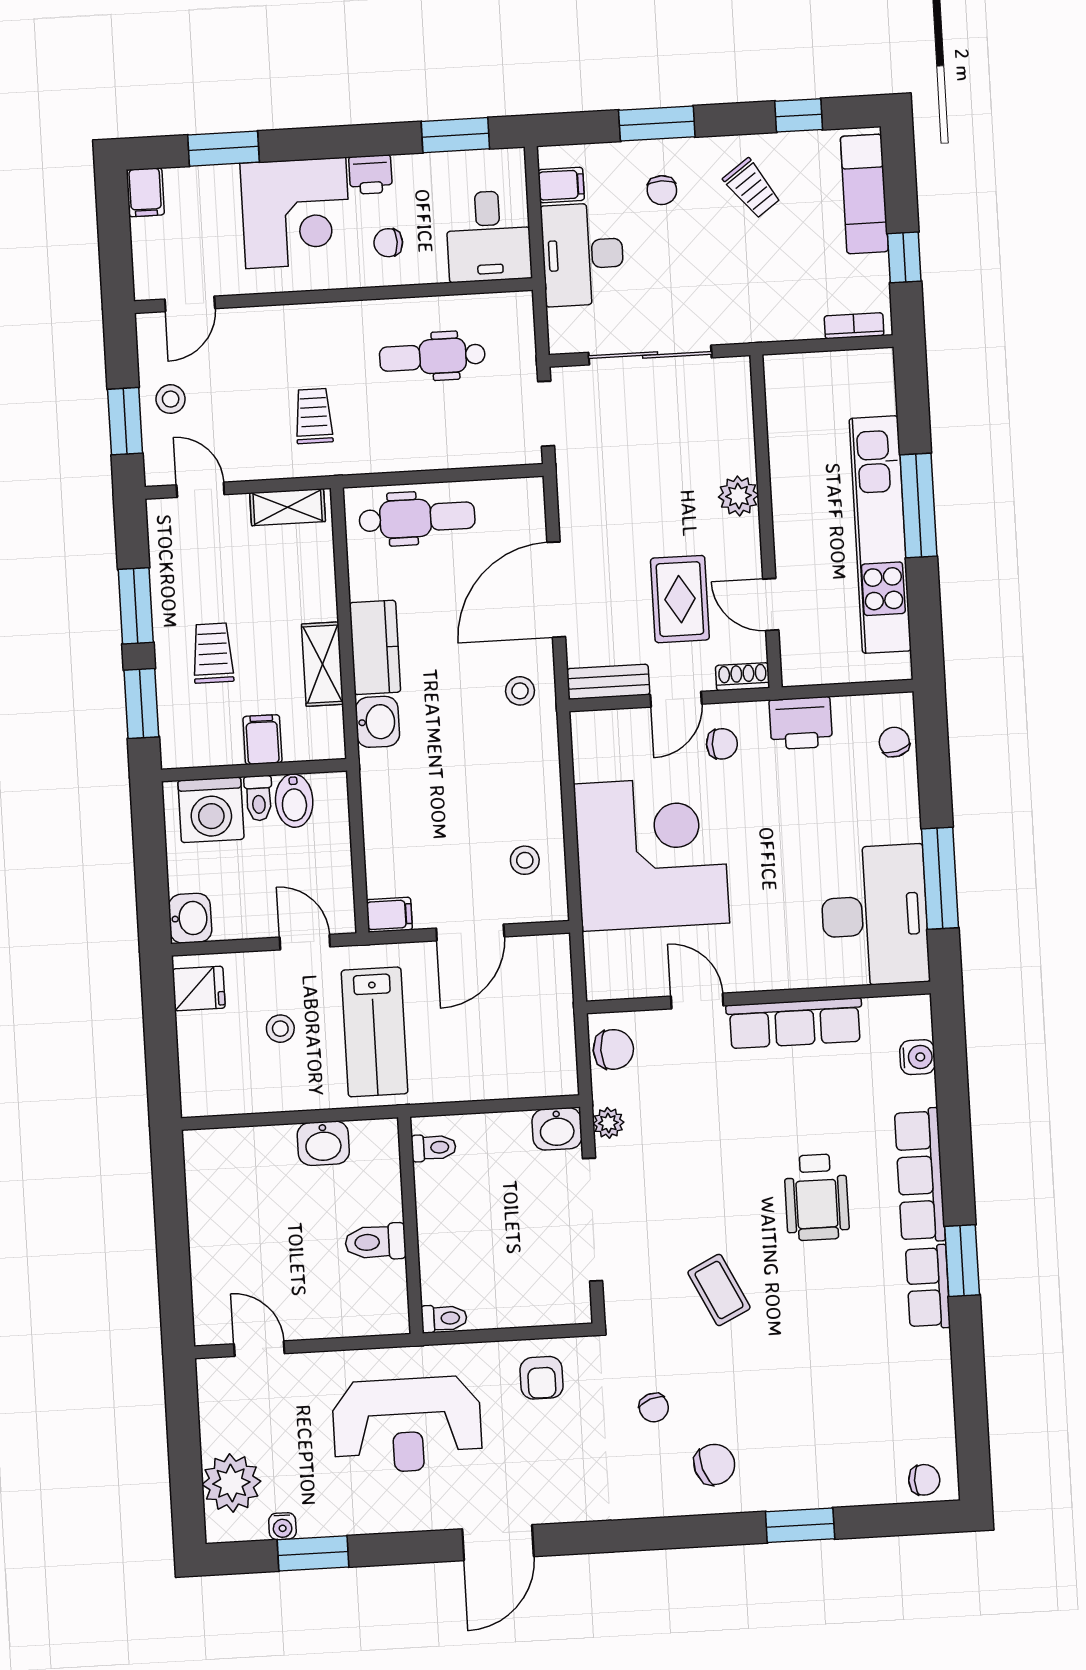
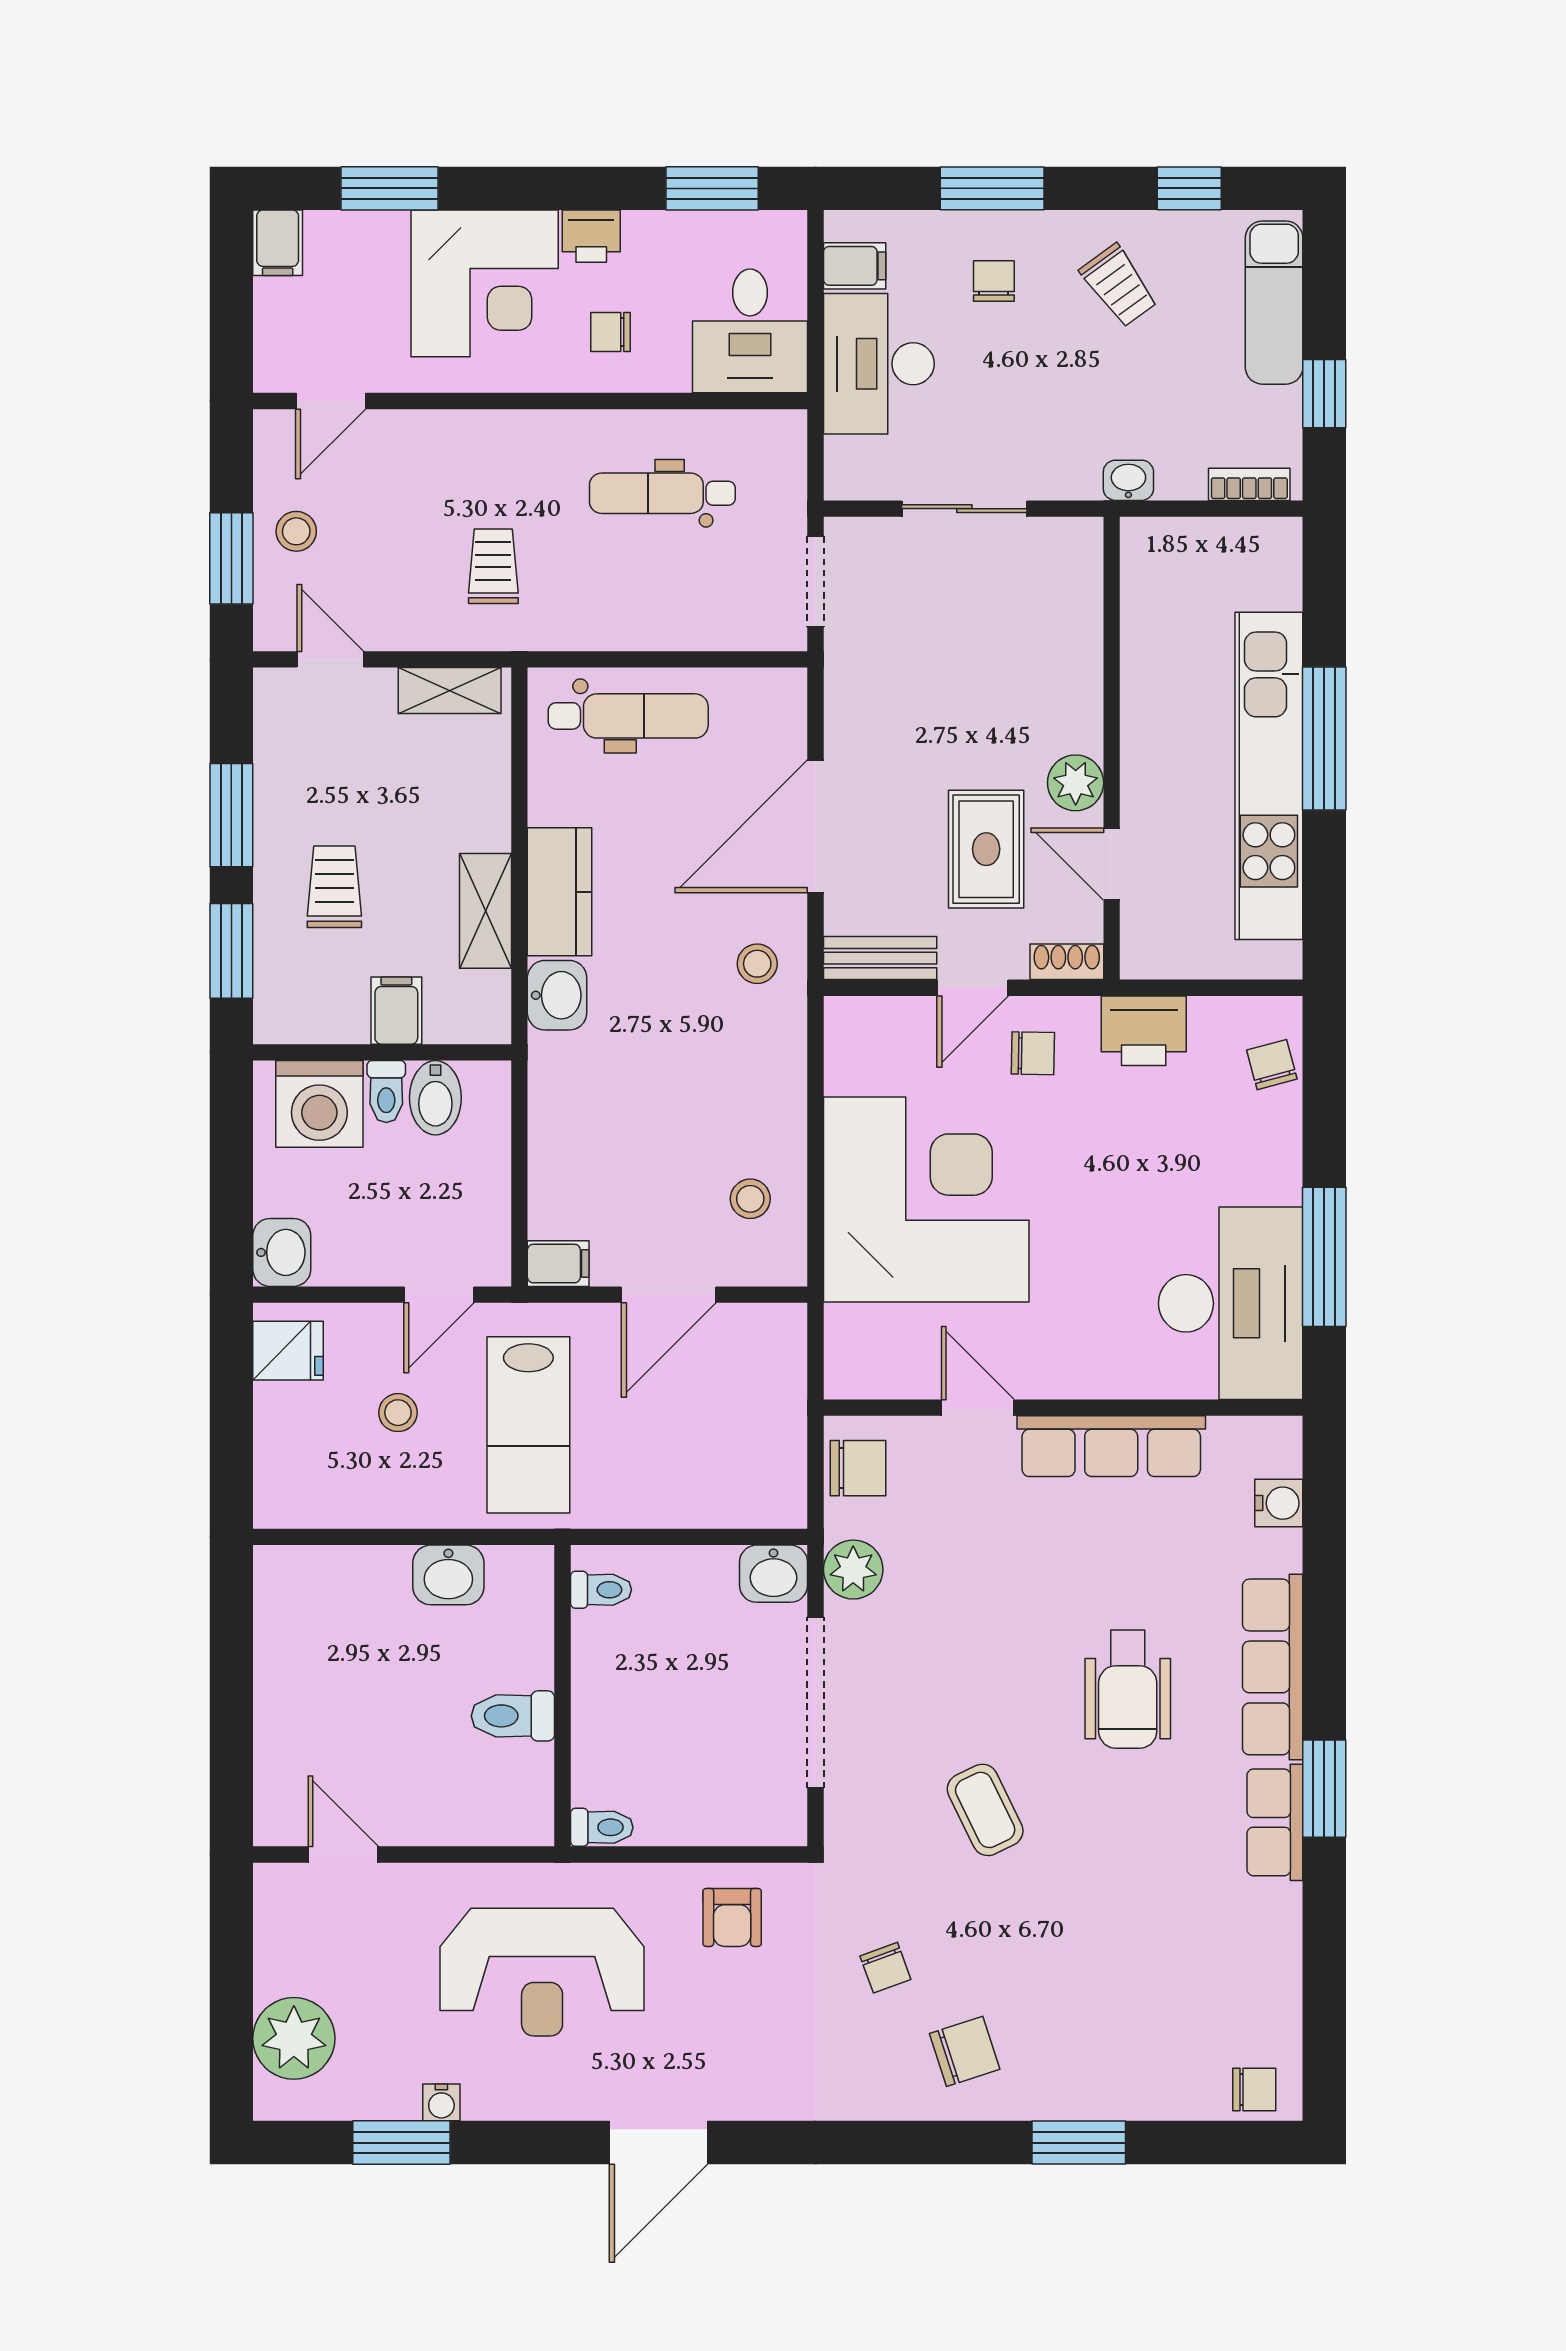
chair: (662, 190) -> (994, 281), turned 180
washbasin: (767, 328) -> (1128, 480), added
sliding door: (650, 355) -> (964, 509), width x0.73
plant: (738, 496) -> (1076, 783), moved
door: (305, 942) -> (439, 1295), swing flipped
plant: (608, 1123) -> (853, 1570), width x1.38, depth x1.38
water cooler: (282, 1526) -> (441, 2102), moved

